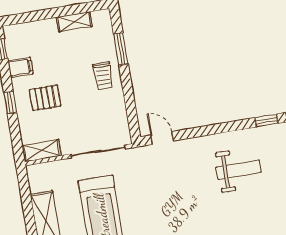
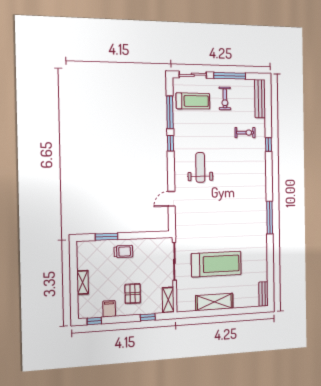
shelving: (74, 22) -> (83, 282), moved
window: (10, 103) -> (148, 317), moved
door: (162, 138) -> (171, 199), moved

